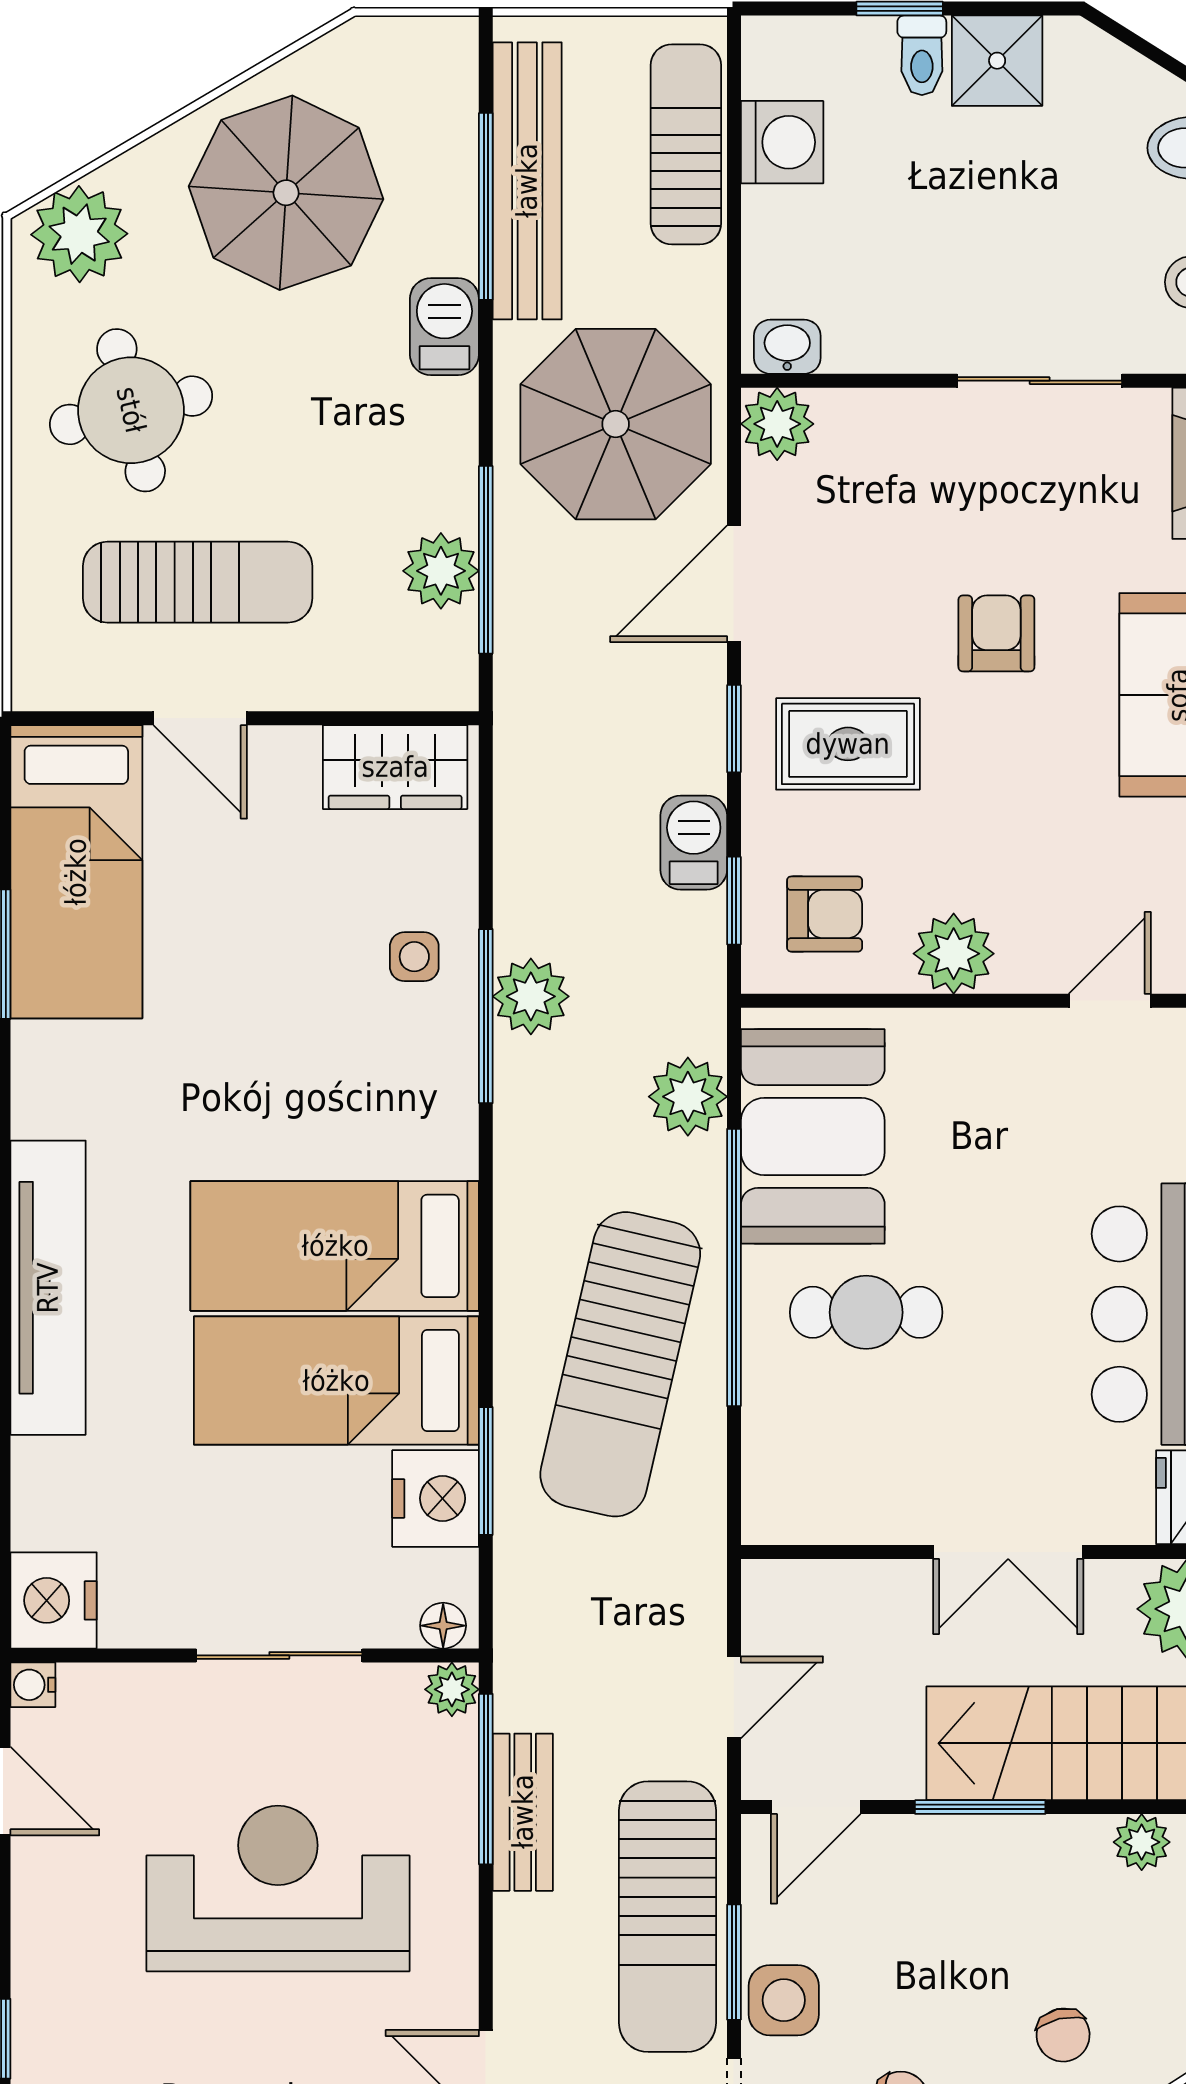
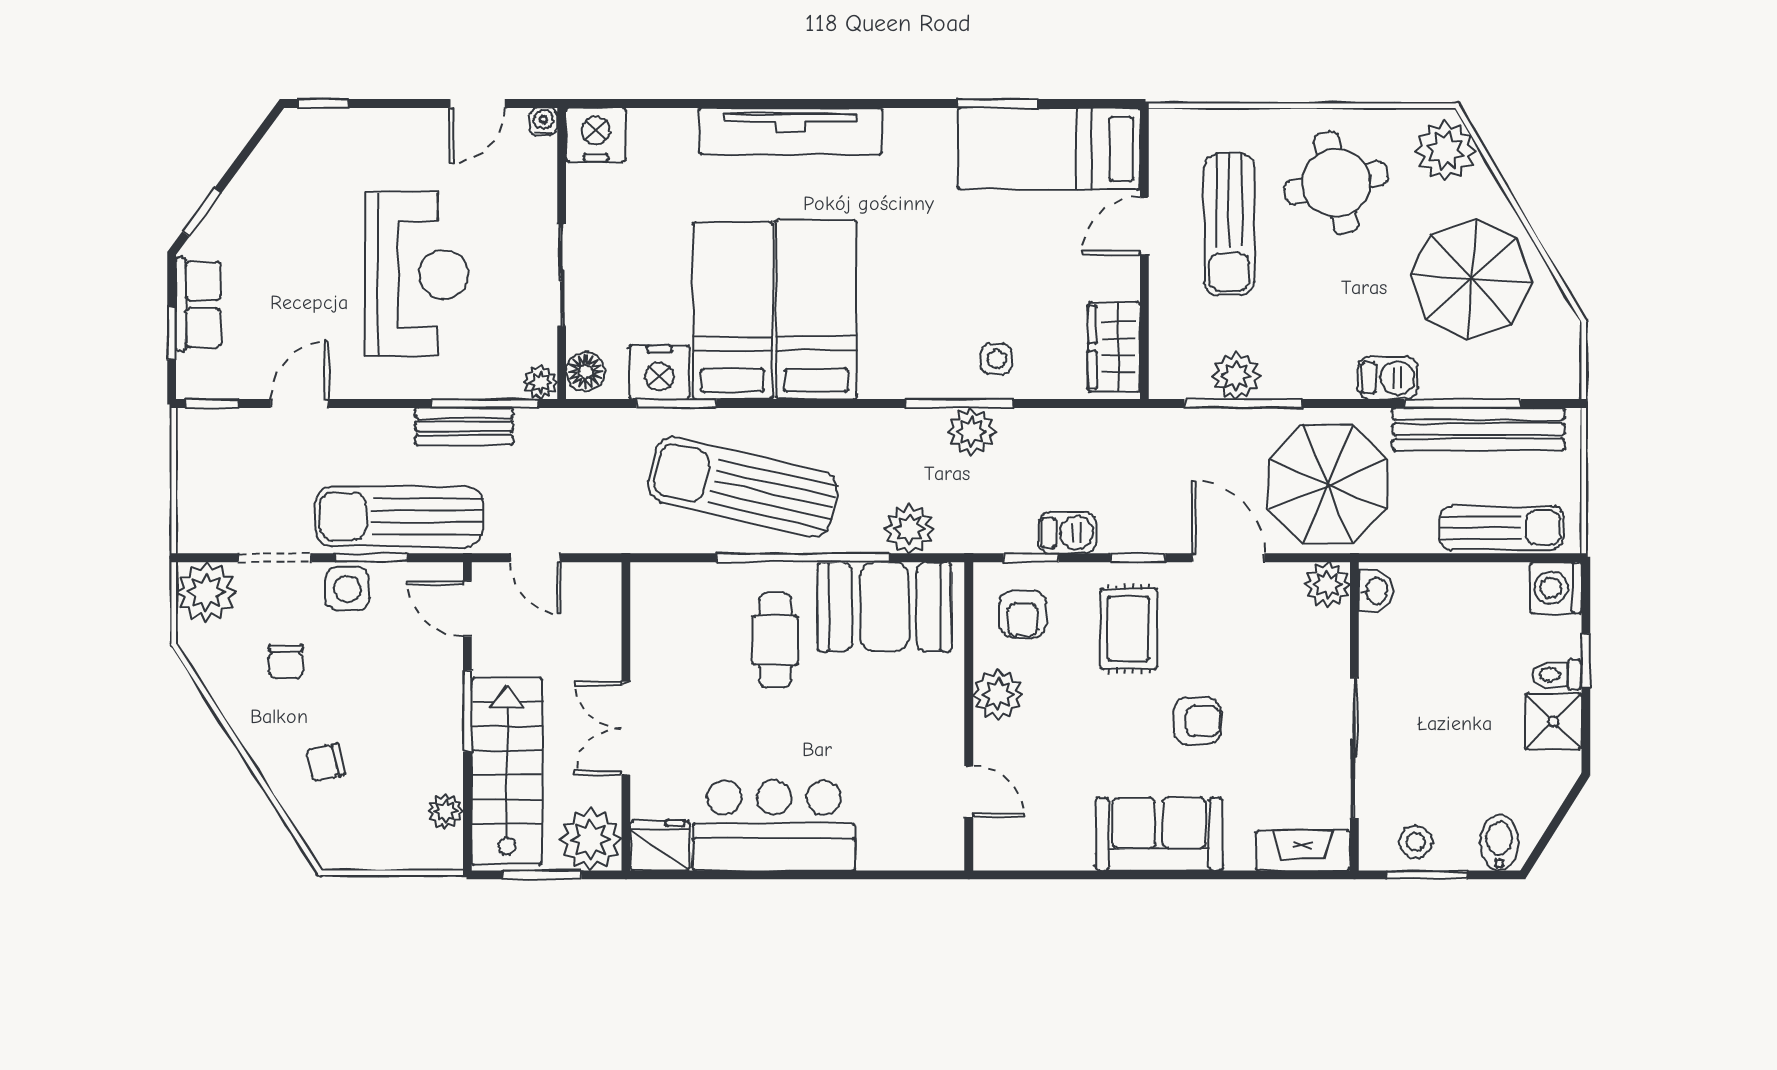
washing machine: (782, 142) -> (1556, 588), moved, turned 90
sliding door: (1040, 381) -> (1354, 748), width x1.37
floor lamp: (443, 1626) -> (585, 372), width x1.37, depth x1.37

